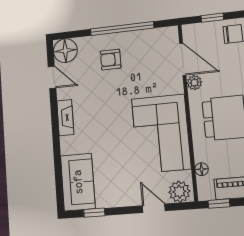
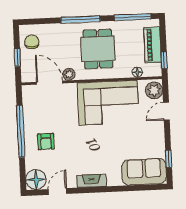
door: (183, 59) -> (50, 83), hinge flipped

